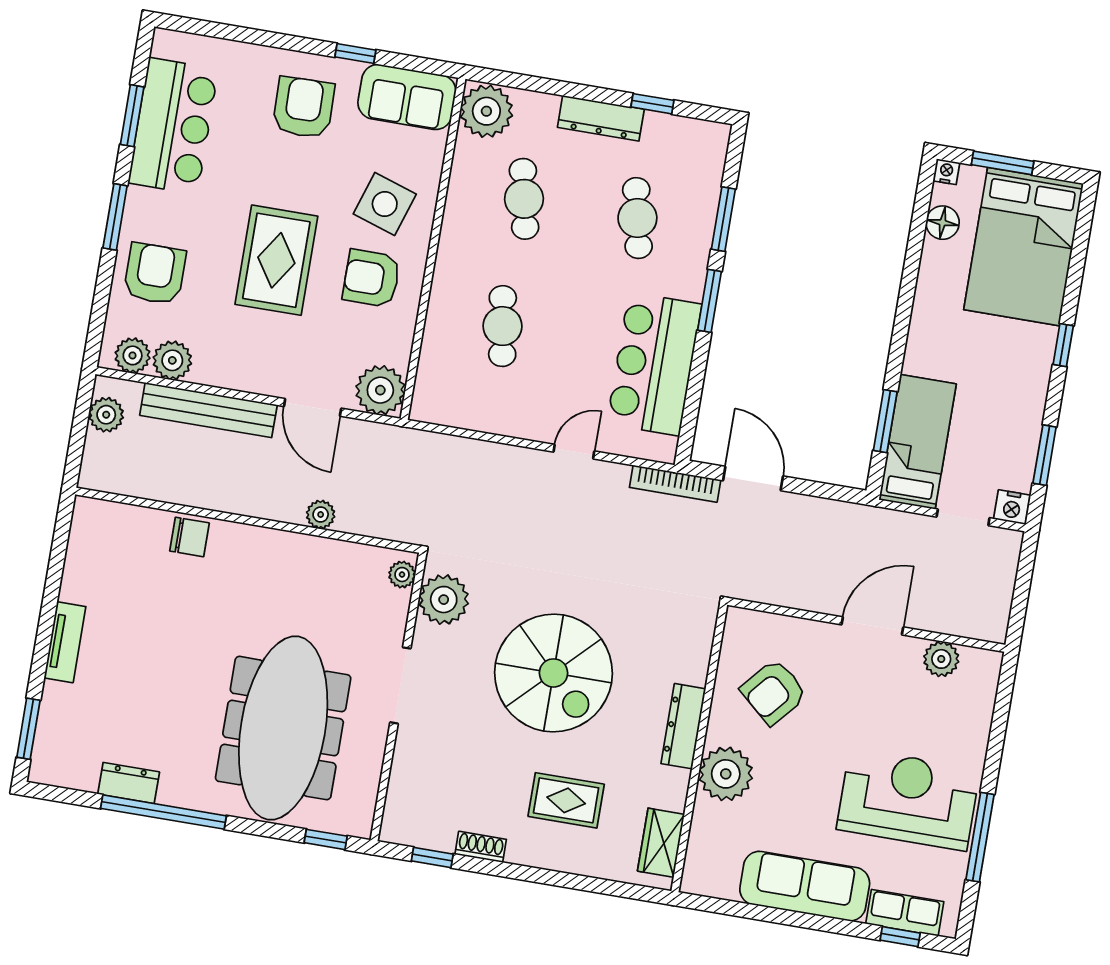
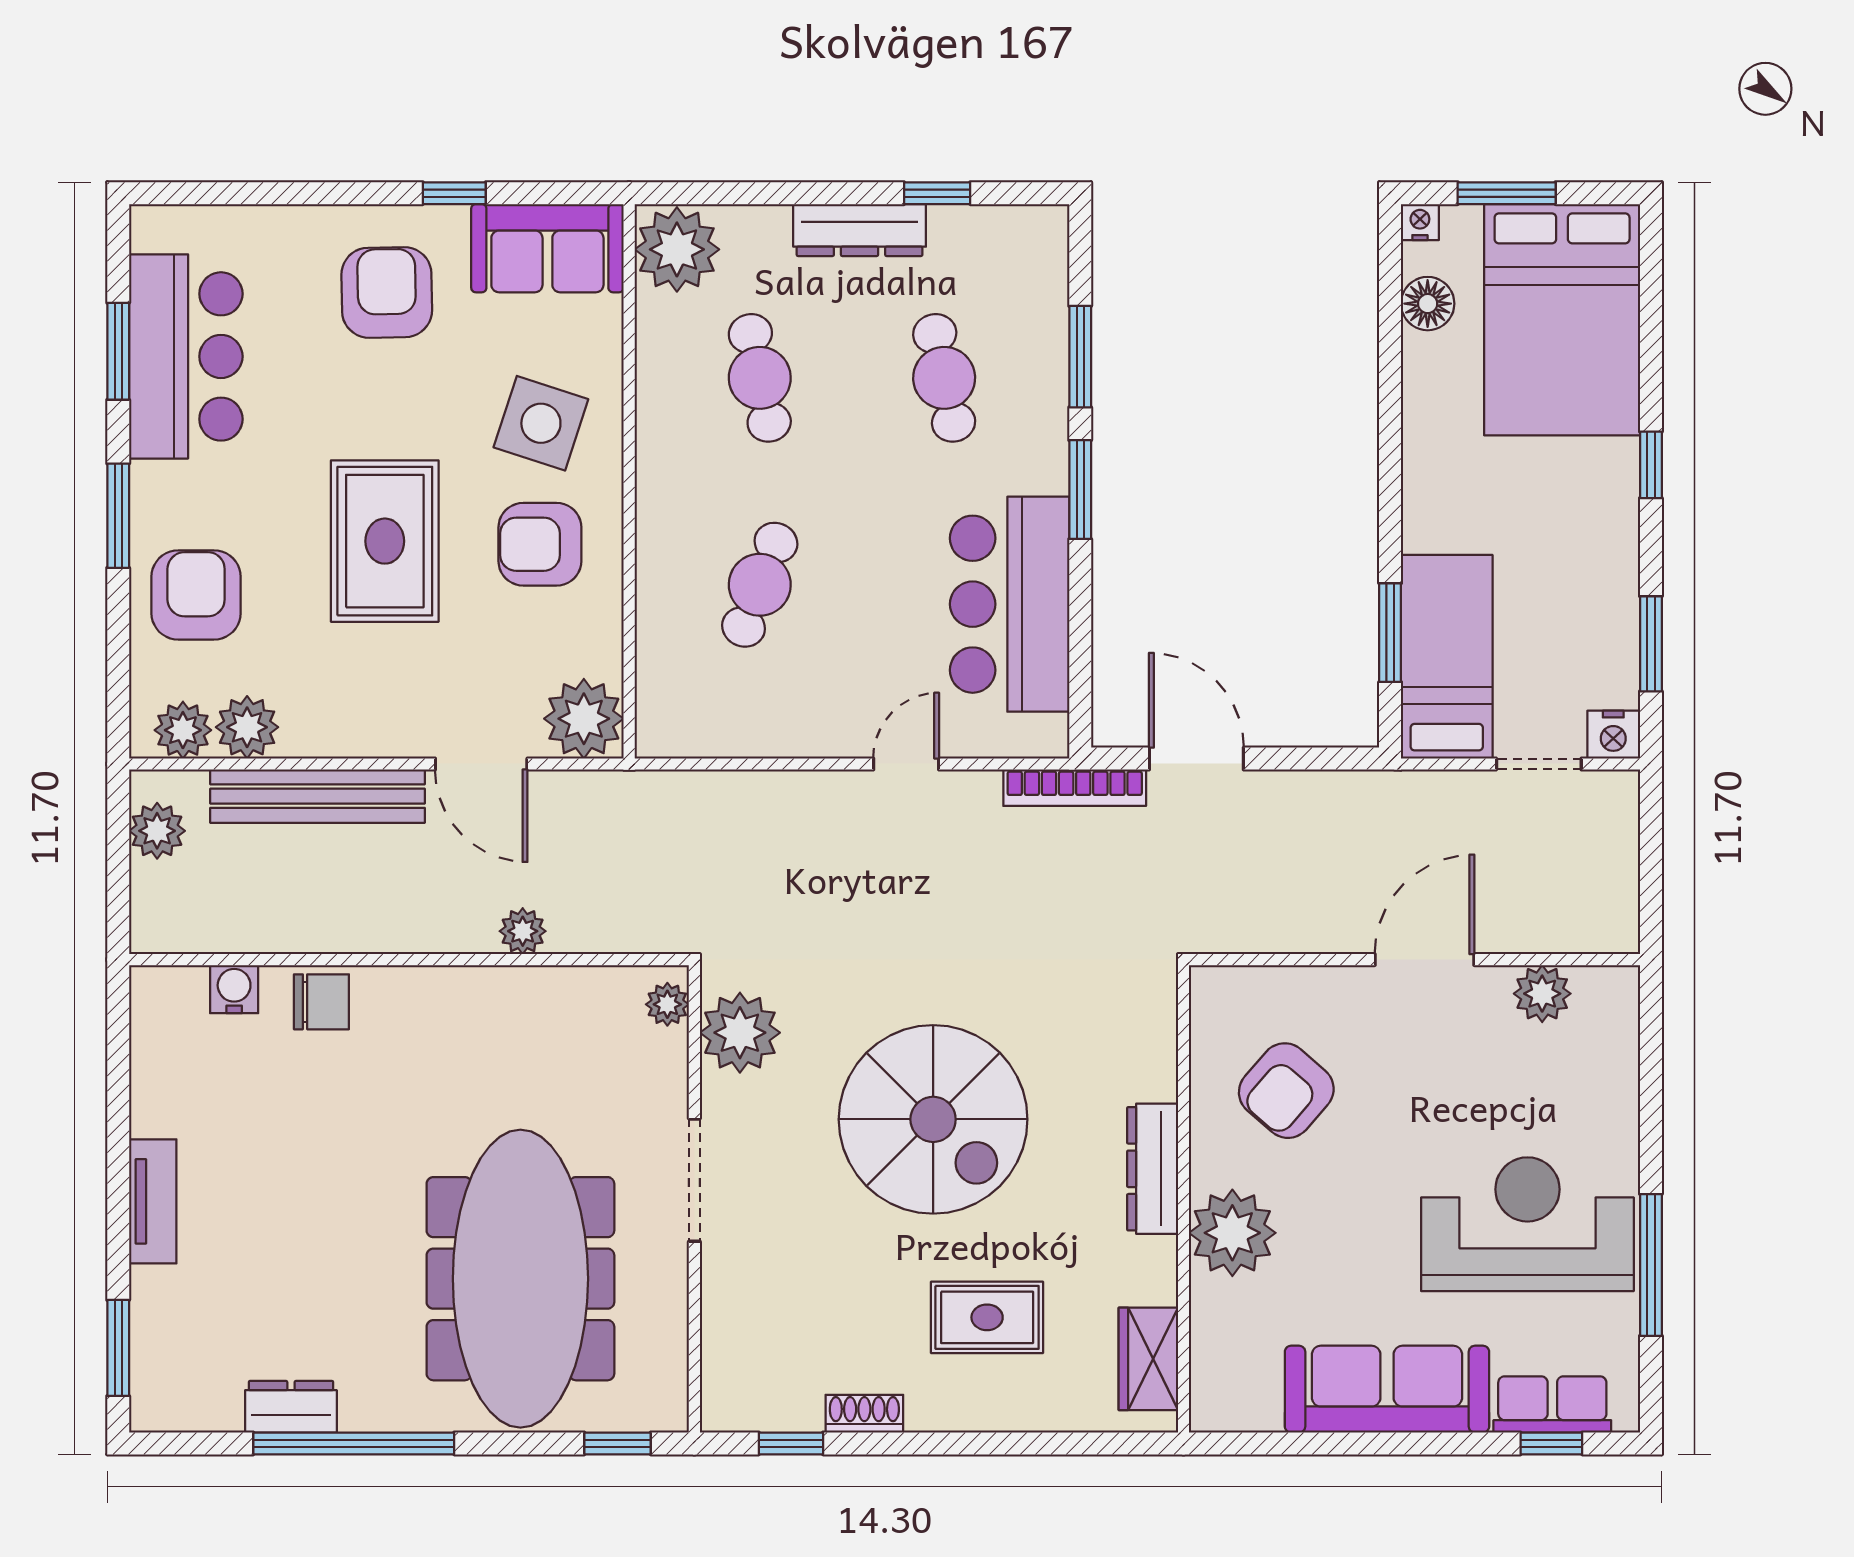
cafe table: (503, 326) -> (760, 585), turned 30
water cooler: (137, 520) -> (234, 989), added

